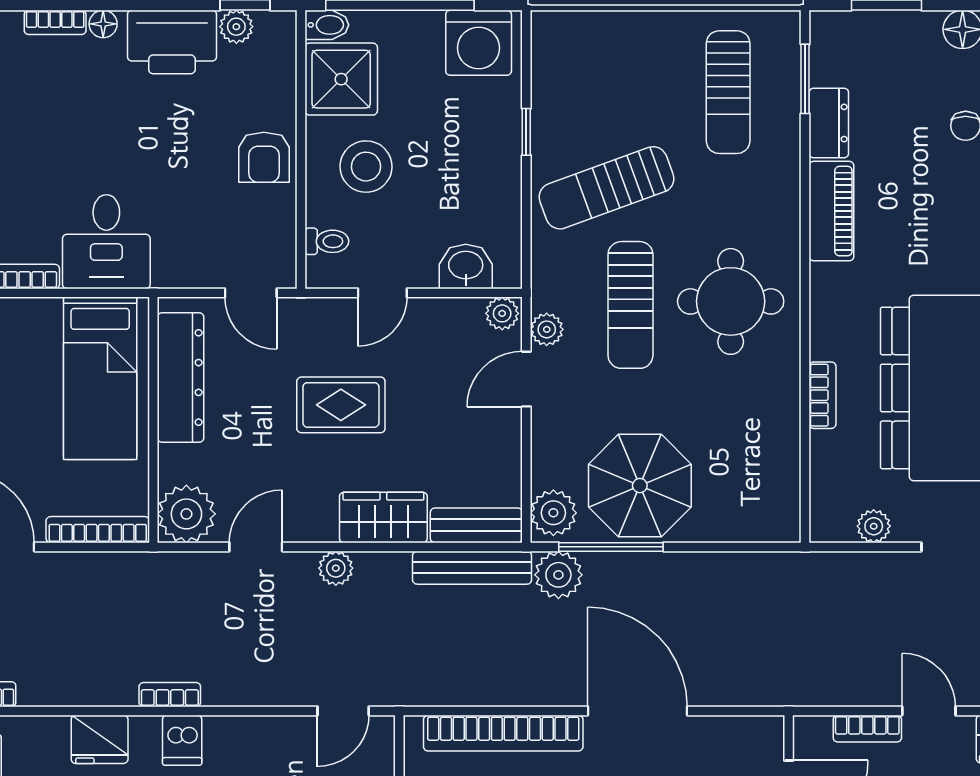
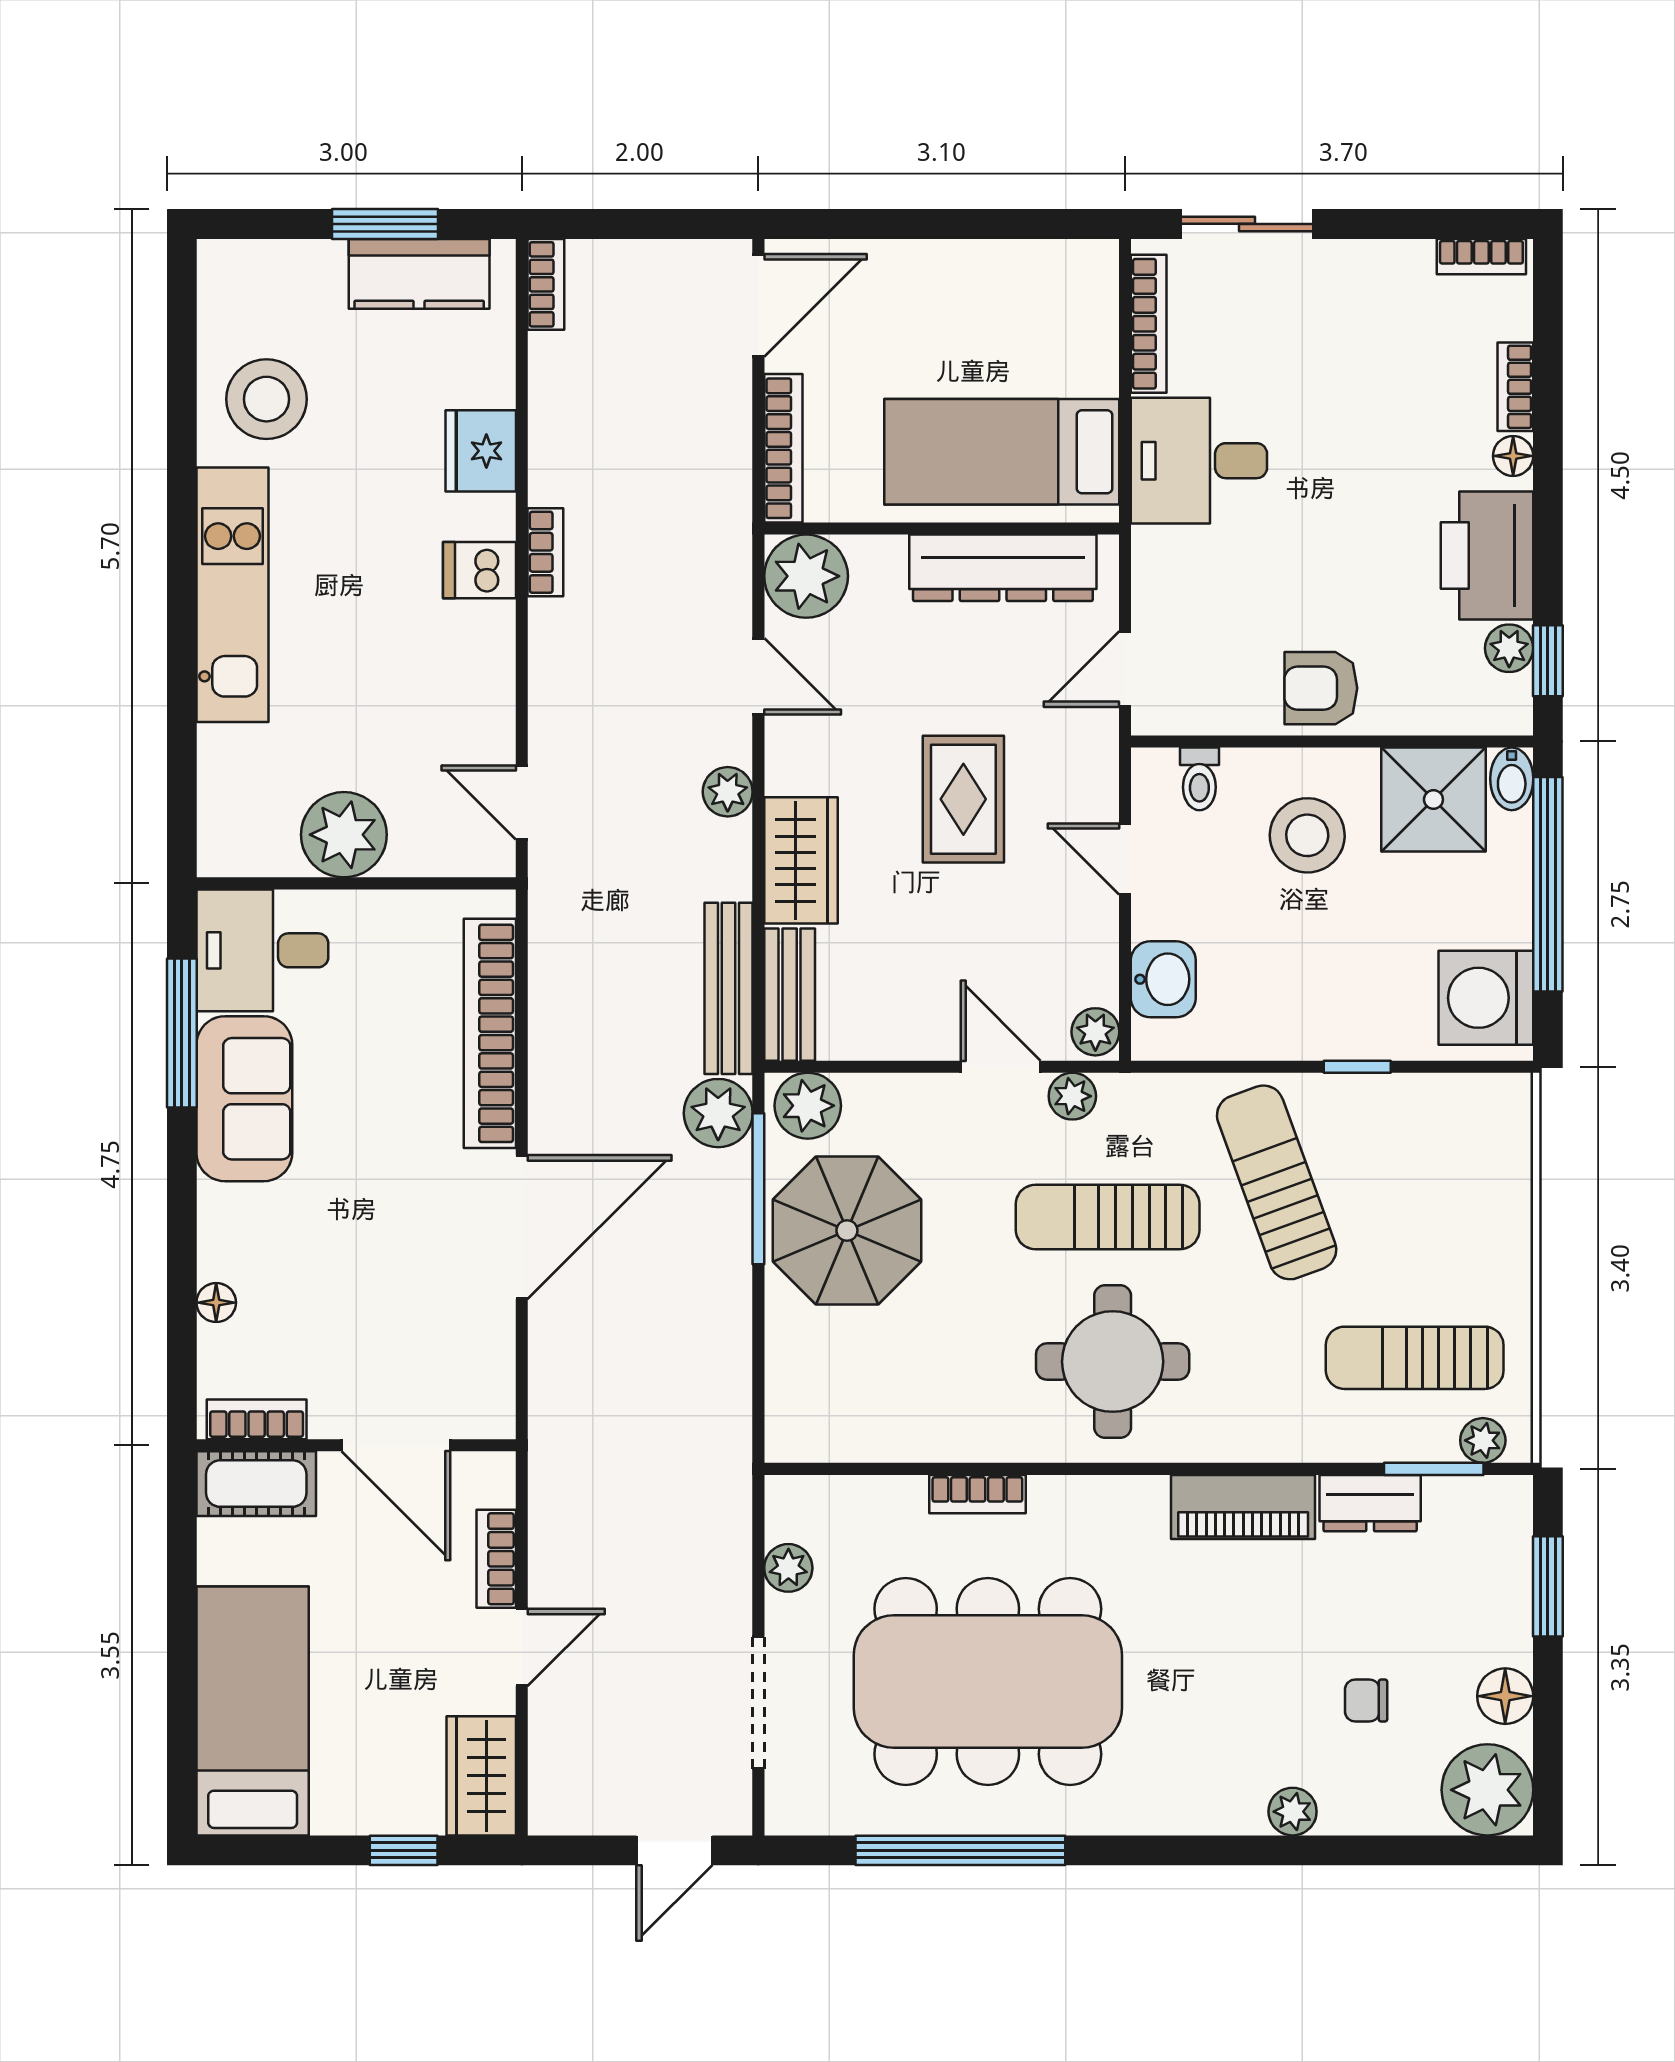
plant: (785, 45) -> (1483, 1440), added

